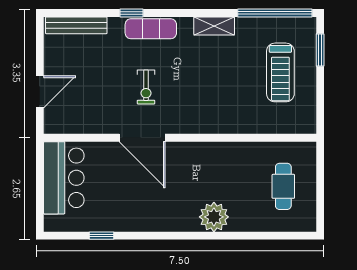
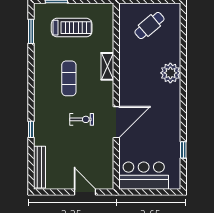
window: (275, 13) -> (31, 31), width x0.47
shelving: (214, 26) -> (107, 66), moved
exercise mat: (151, 29) -> (69, 78), moved
cafe table: (283, 186) -> (149, 26), turned -40

